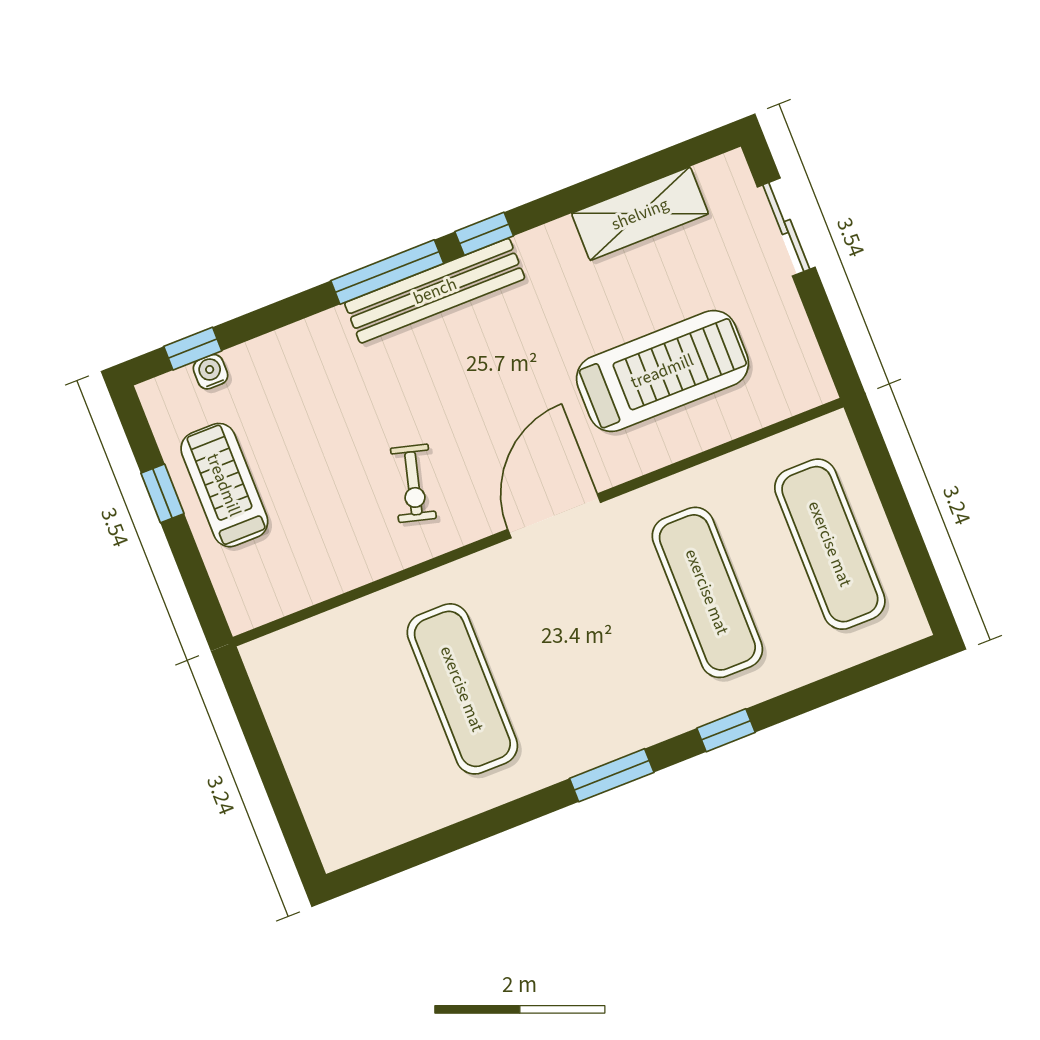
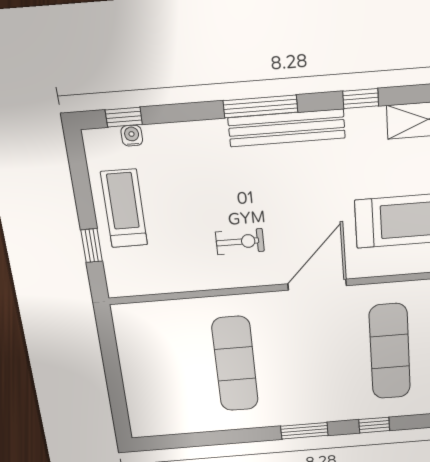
window: (484, 234) -> (361, 99), moved
exercise bike: (413, 483) -> (240, 242), turned -105
window: (162, 493) -> (92, 246), moved

